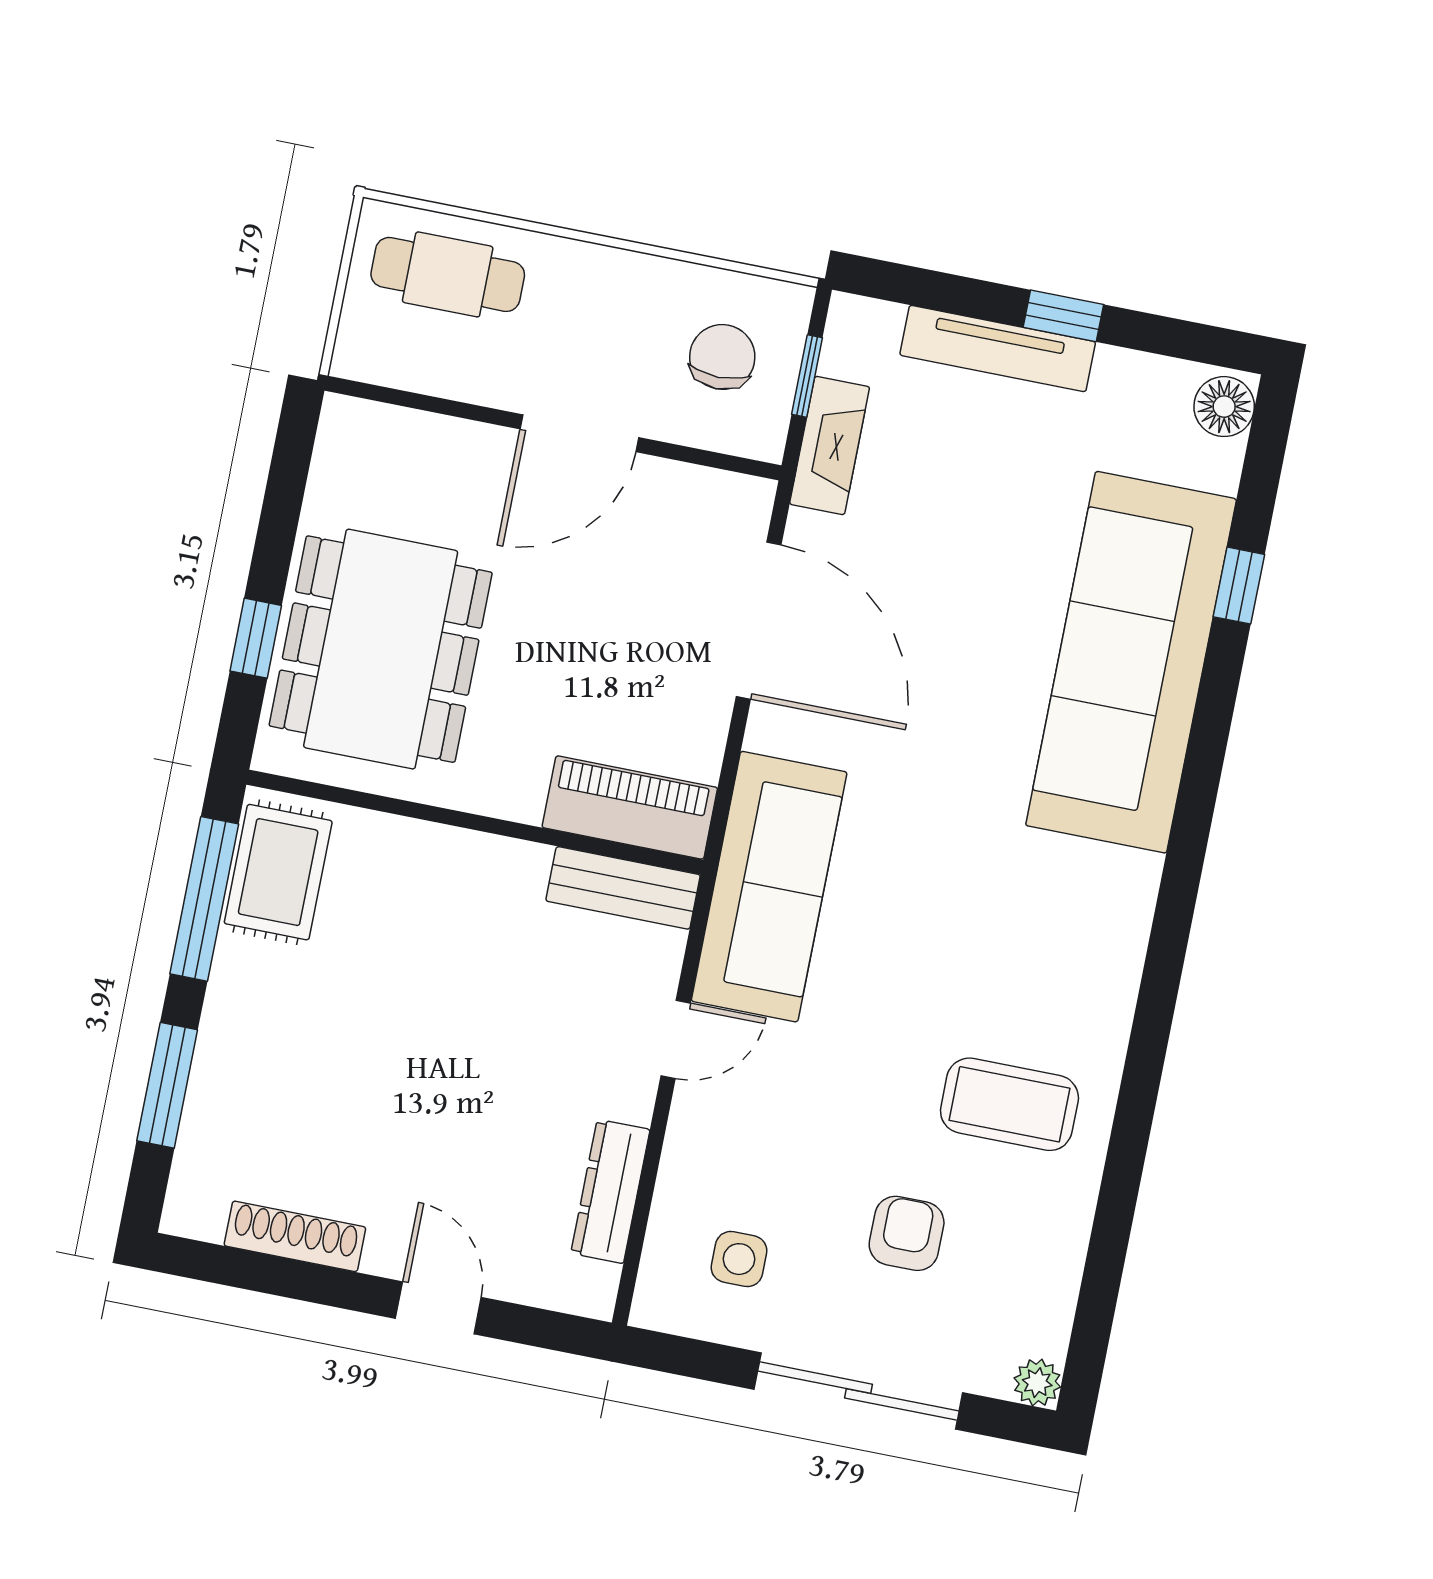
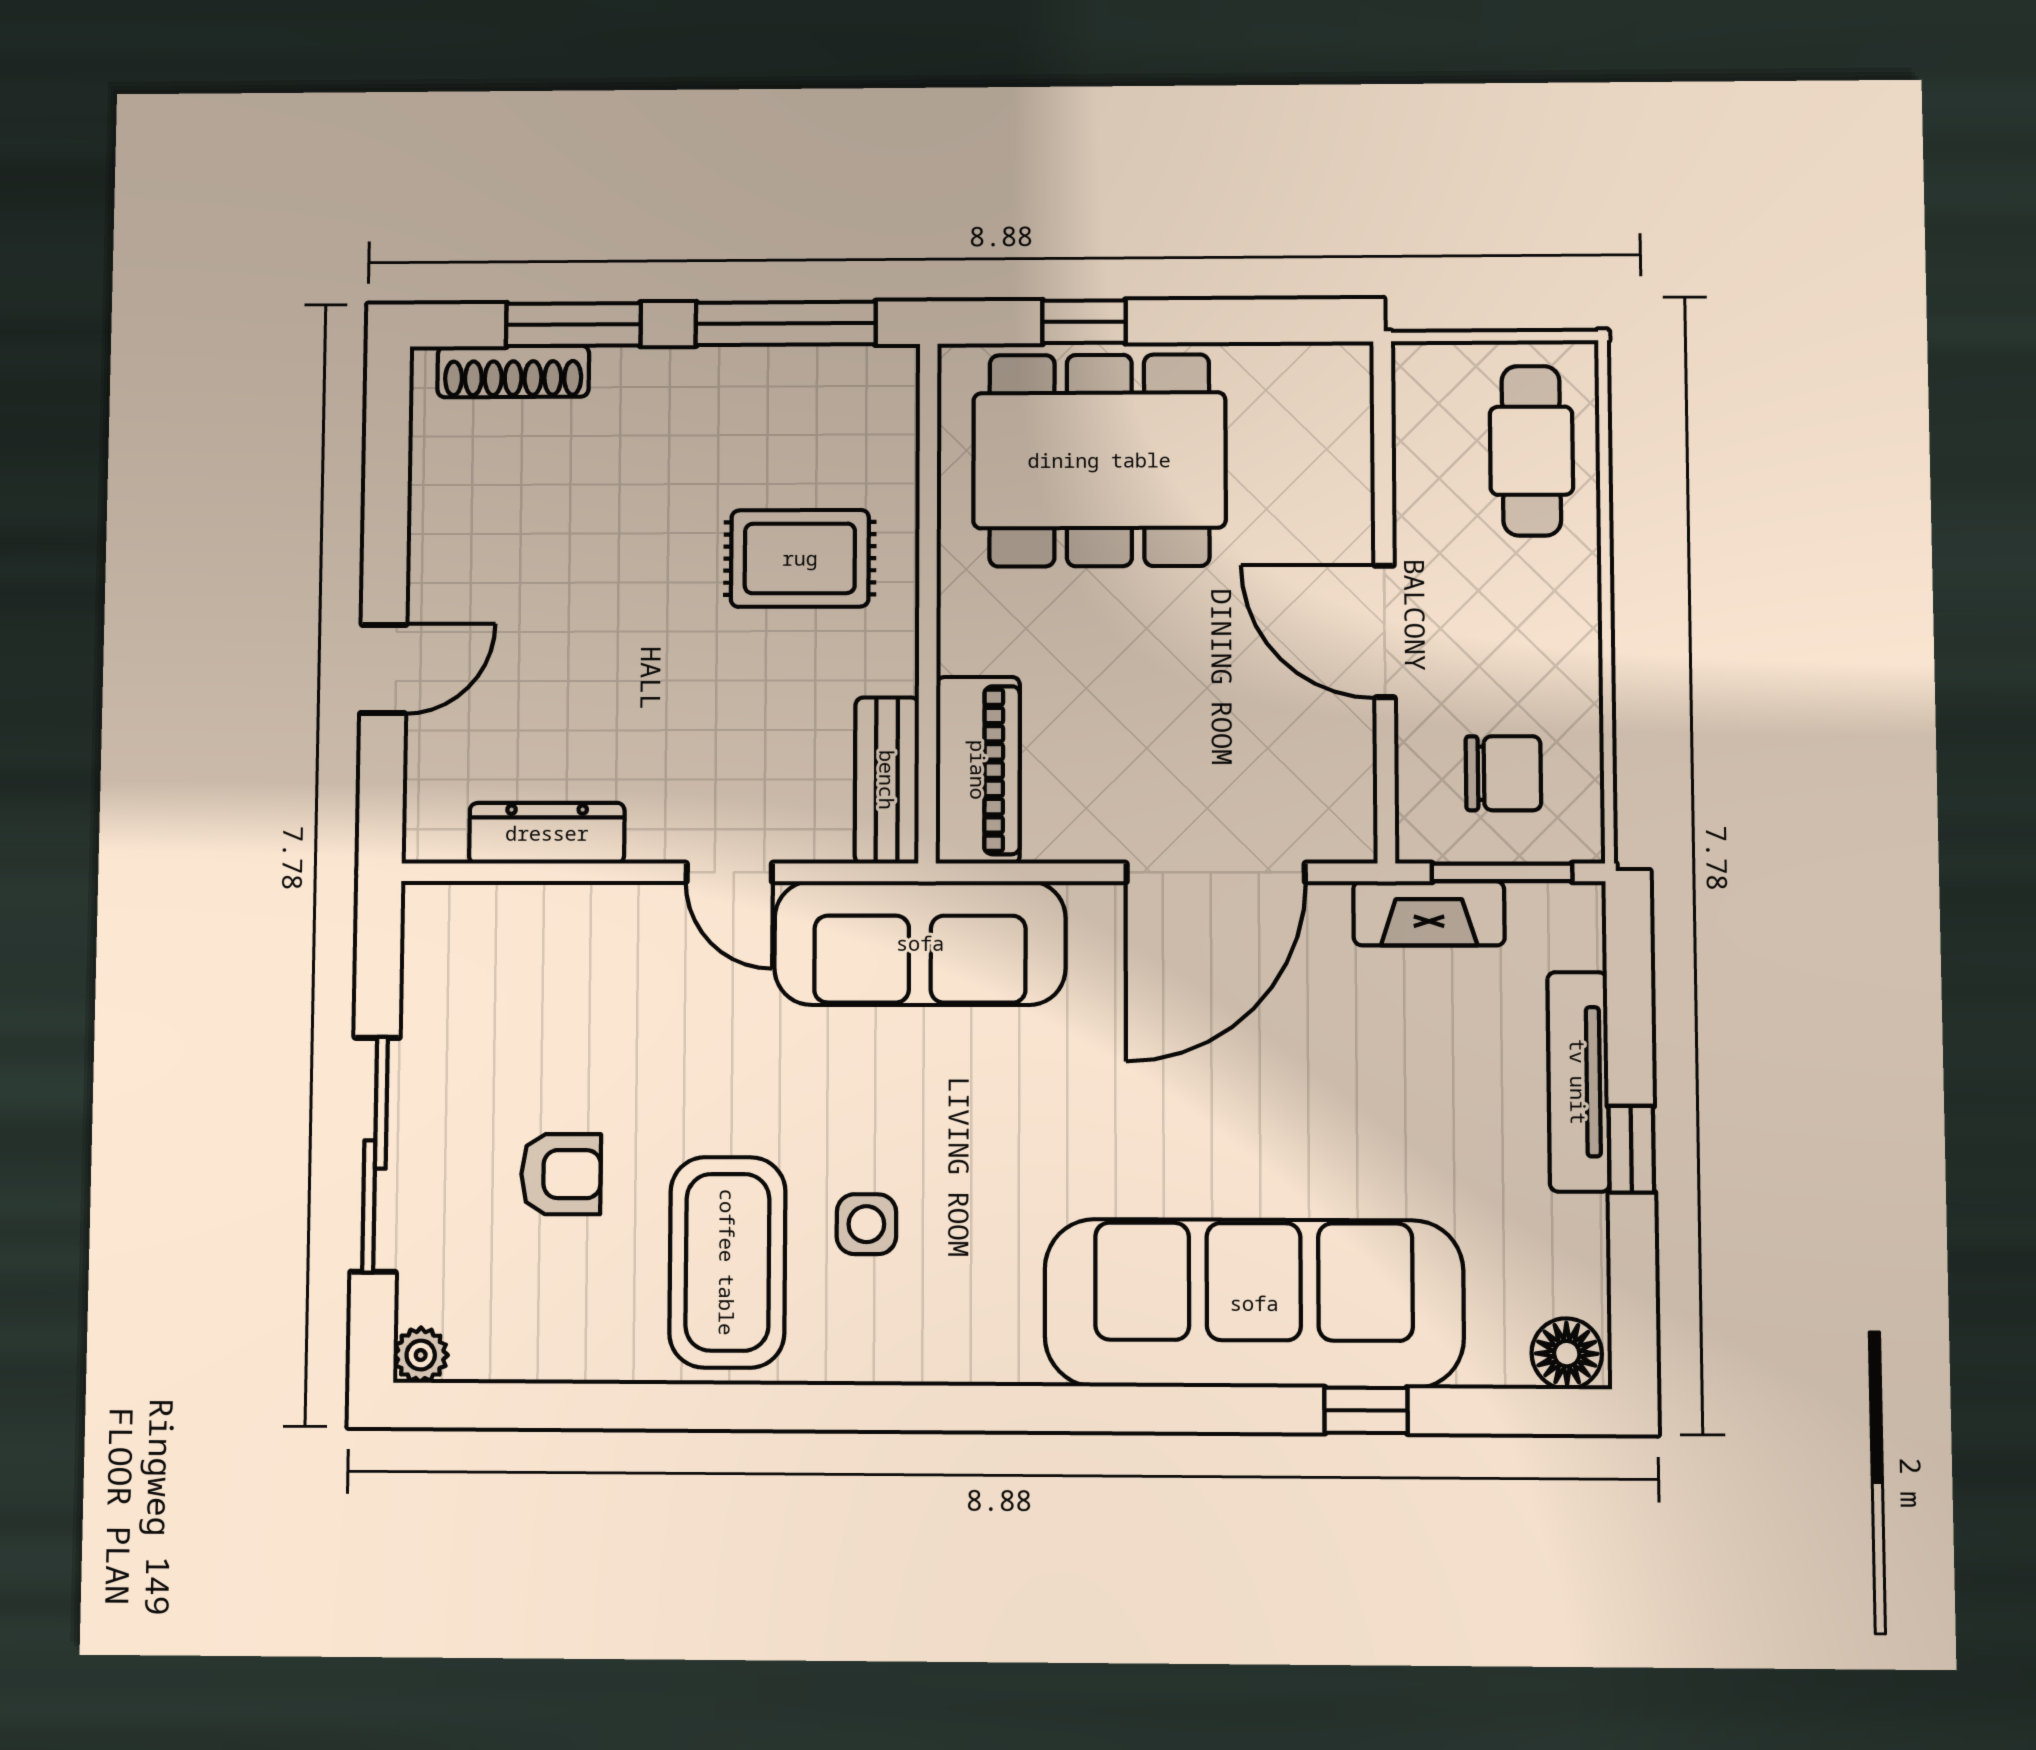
window: (807, 376) -> (1502, 872), width x1.50
rug: (278, 872) -> (800, 558), moved
coffee table: (1009, 1104) -> (727, 1262), width x1.36, depth x1.32
shoe rack: (295, 1236) -> (513, 371), moved, turned 90
side table: (739, 1259) -> (866, 1224), moved

